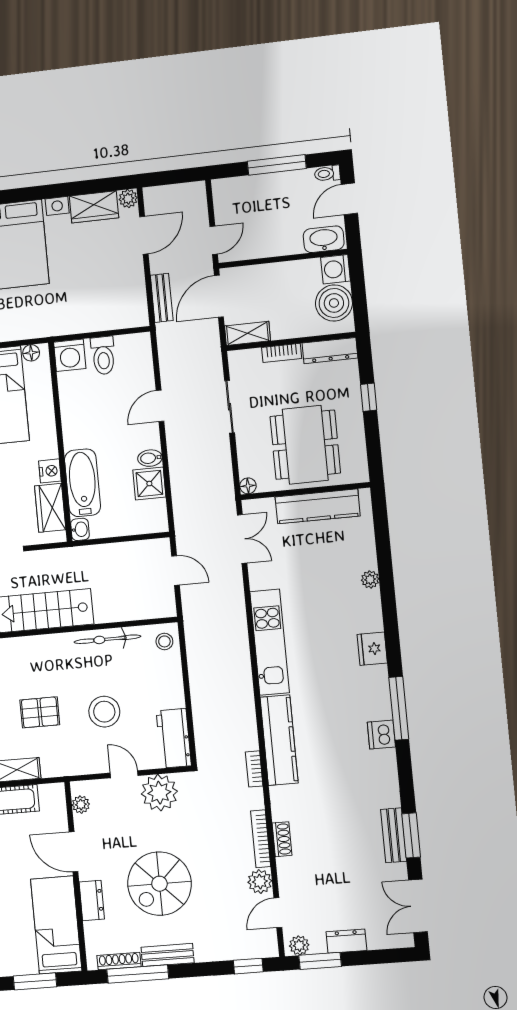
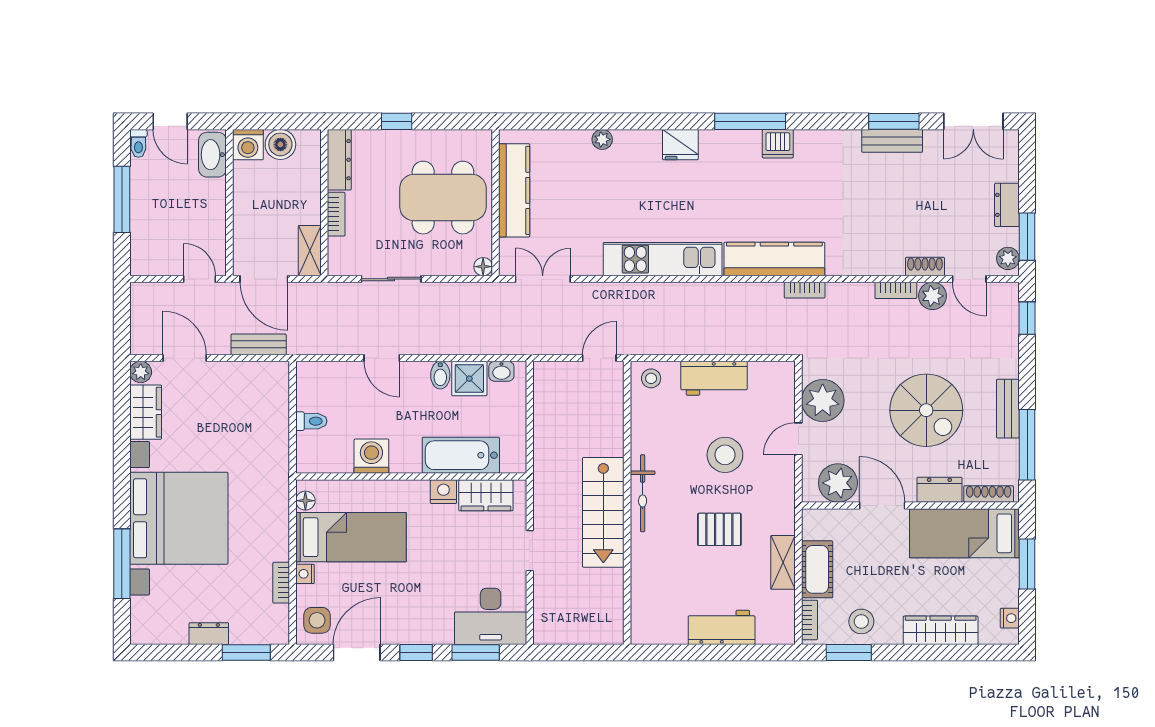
boiler: (334, 303) -> (280, 144), width x0.73, depth x0.73
washing machine: (70, 355) -> (371, 456), moved, turned -90
toilet: (103, 355) -> (311, 421), width x0.73, depth x0.72
washbasin: (80, 529) -> (501, 371), moved, turned 180
door: (176, 570) -> (599, 358), moved
bicycle: (107, 639) -> (643, 493), moved
pallet: (40, 712) -> (719, 529), turned 90
workbench: (174, 738) -> (714, 378), moved
plant: (81, 805) -> (838, 483), width x1.88, depth x1.88
bookcase: (261, 839) -> (896, 290), width x0.64
shoe rack: (282, 839) -> (925, 266), moved
door: (74, 852) -> (882, 505), swing flipped
shoe rack: (119, 961) -> (989, 494), moved, turned 90

